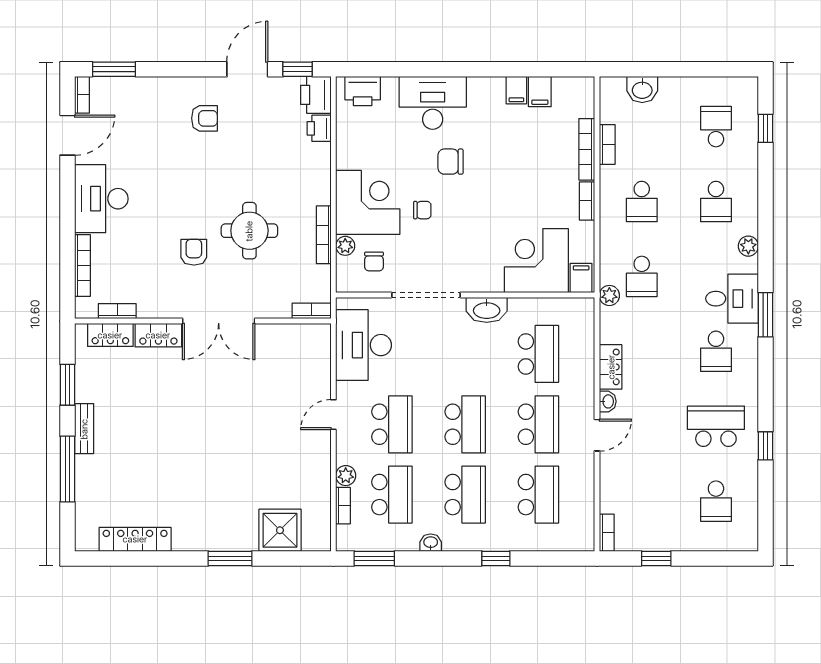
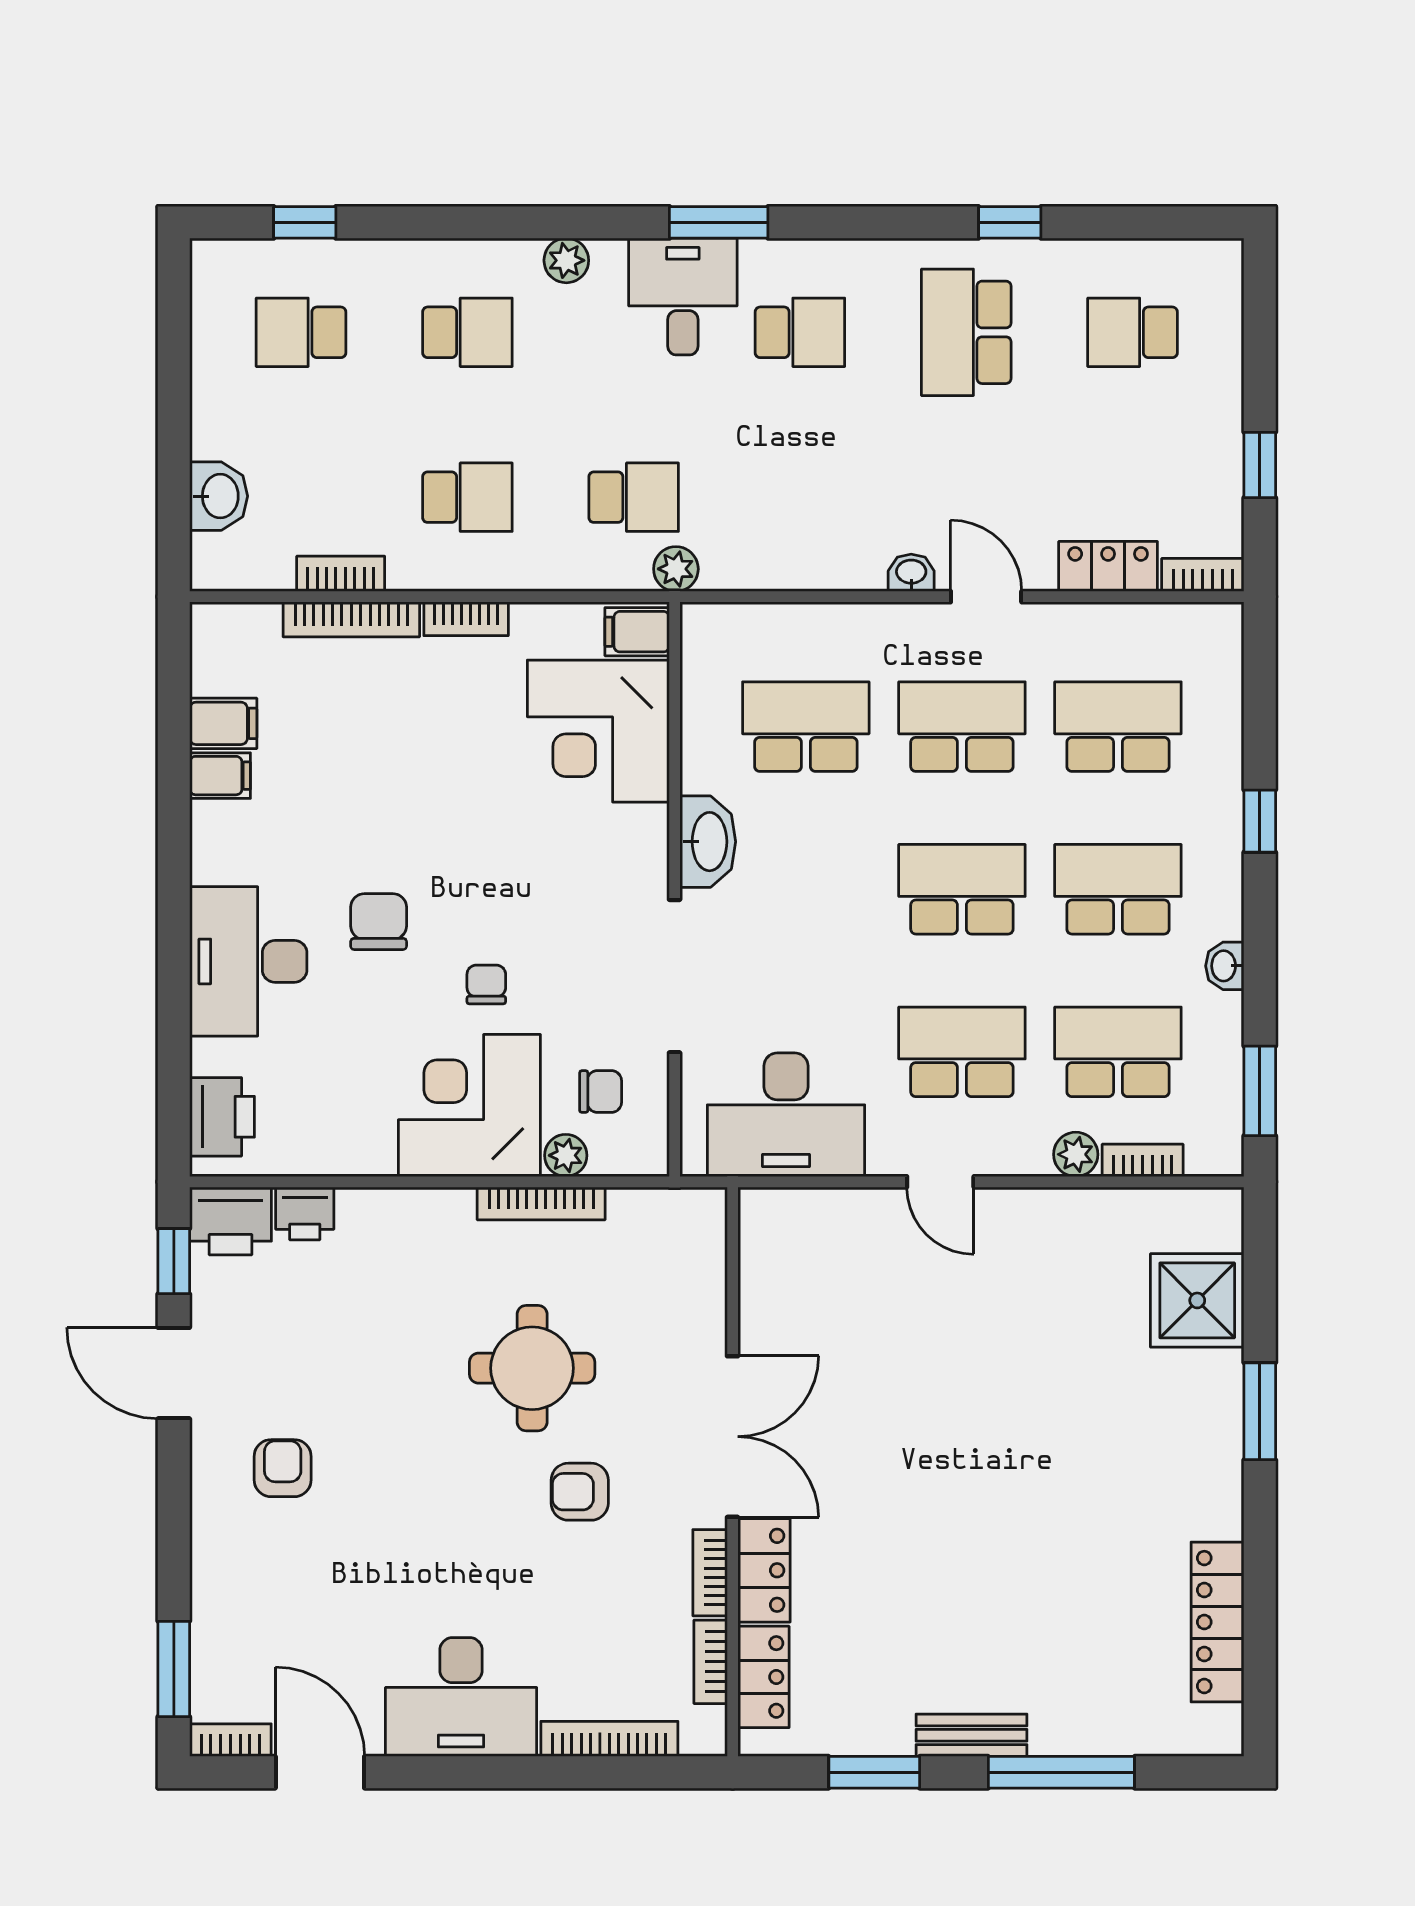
chair: (451, 162) -> (379, 922), turned 180
bookcase: (312, 311) -> (710, 1573), moved
locker: (611, 367) -> (1108, 566), moved
school desk: (716, 501) -> (1133, 332), turned 180

